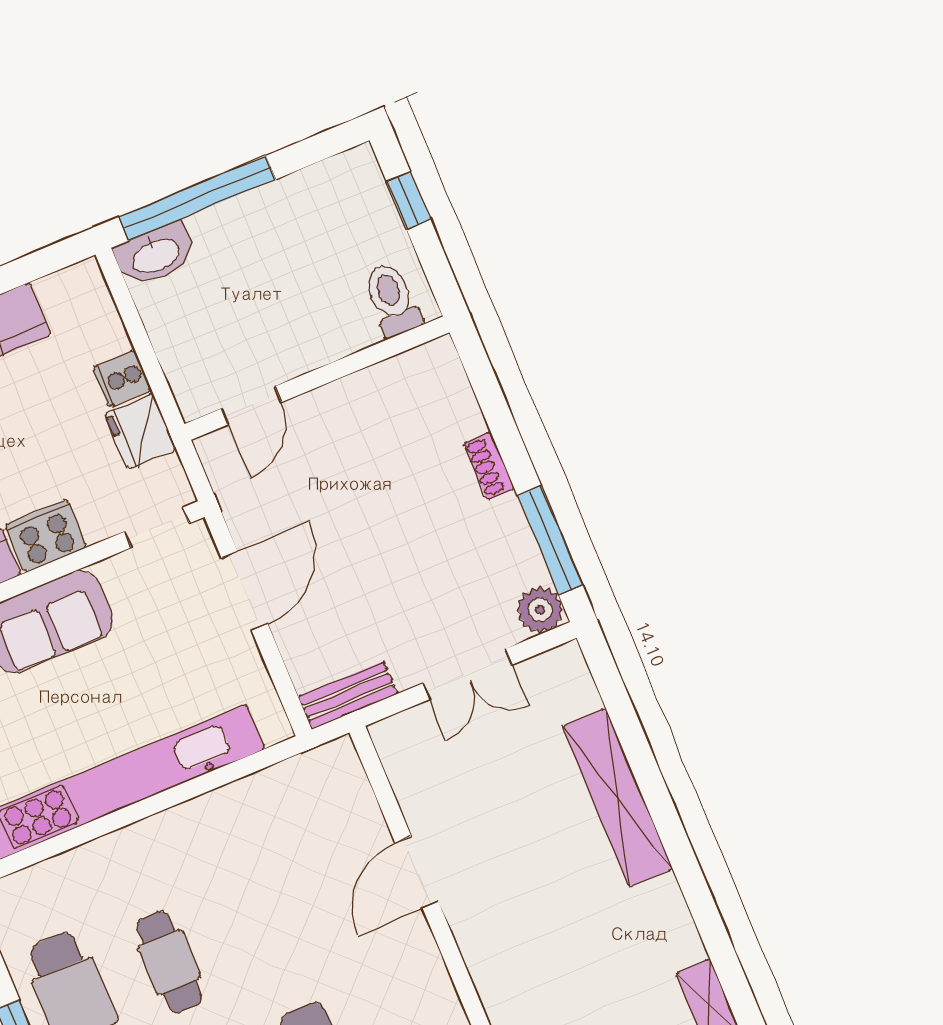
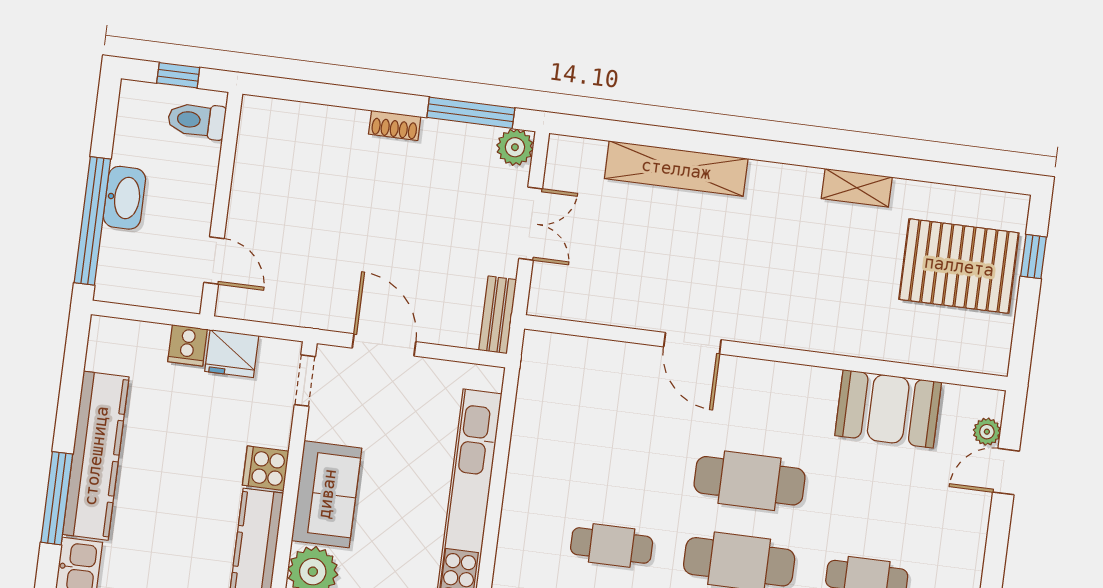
washbasin: (155, 255) -> (124, 198), moved
toilet: (392, 299) -> (197, 120), moved
wall: (317, 378) -> (221, 204), moved
door: (251, 405) -> (214, 261), moved
cooker: (46, 536) -> (266, 468), width x0.73
door: (417, 872) -> (692, 343), moved

